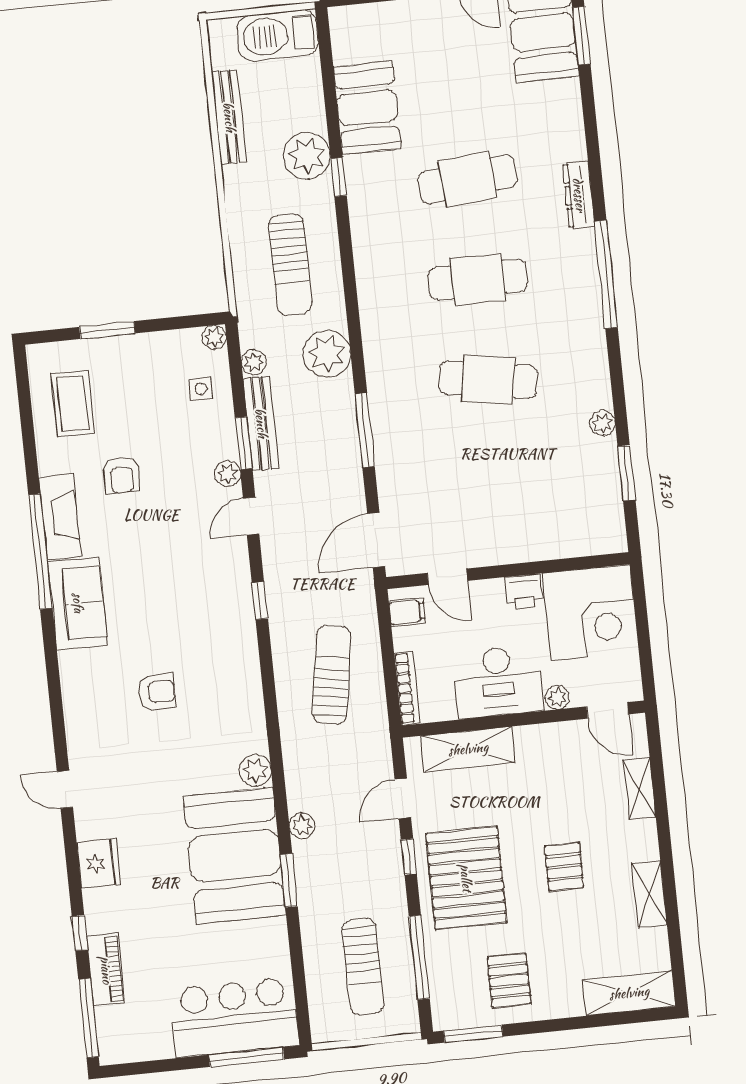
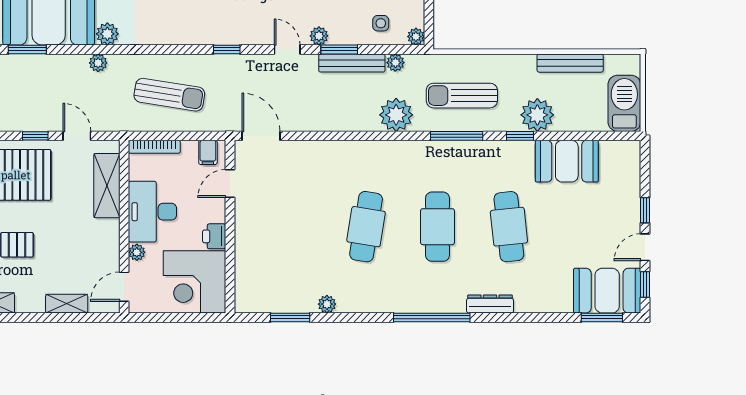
window: (365, 430) -> (457, 136), moved
plant: (302, 826) -> (98, 63), moved

